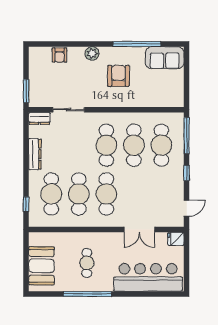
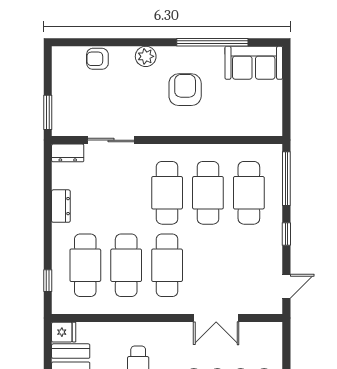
armchair: (59, 55) -> (97, 59), turned 90
dresser: (35, 154) -> (61, 206), width x0.70
fridge: (176, 239) -> (64, 332), moved, turned 180

